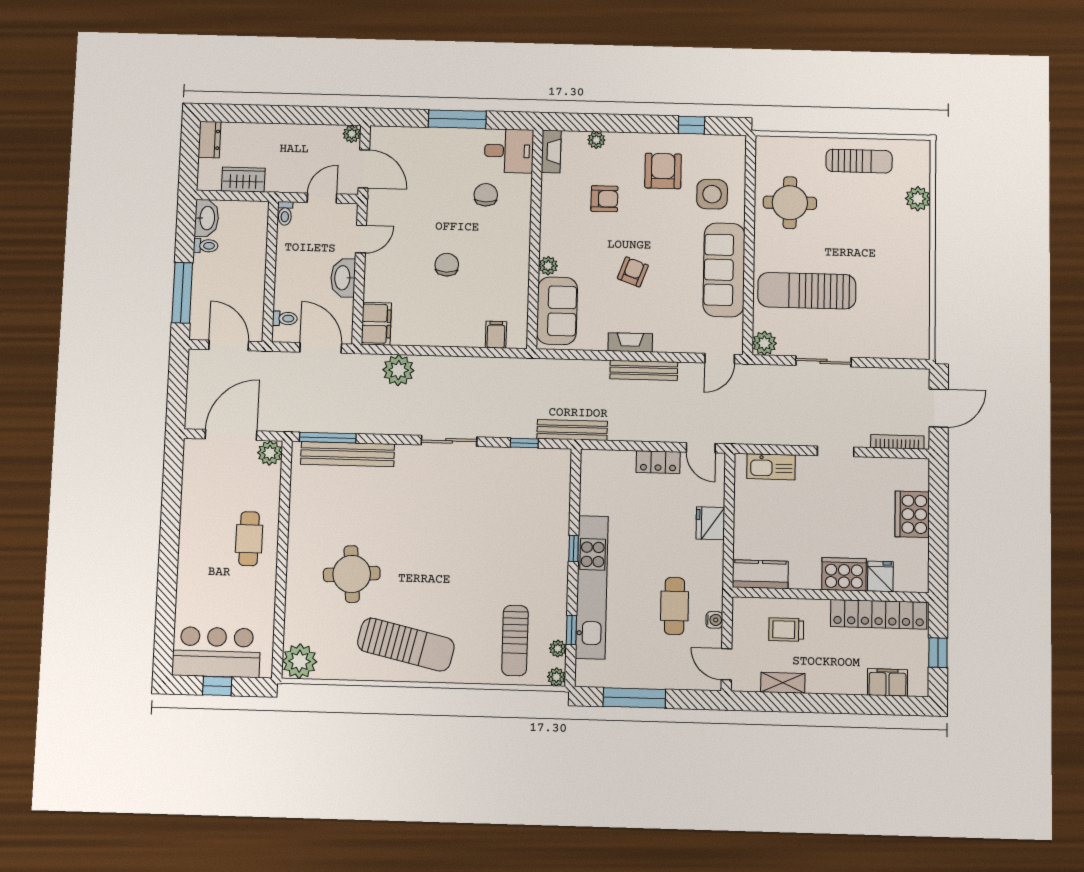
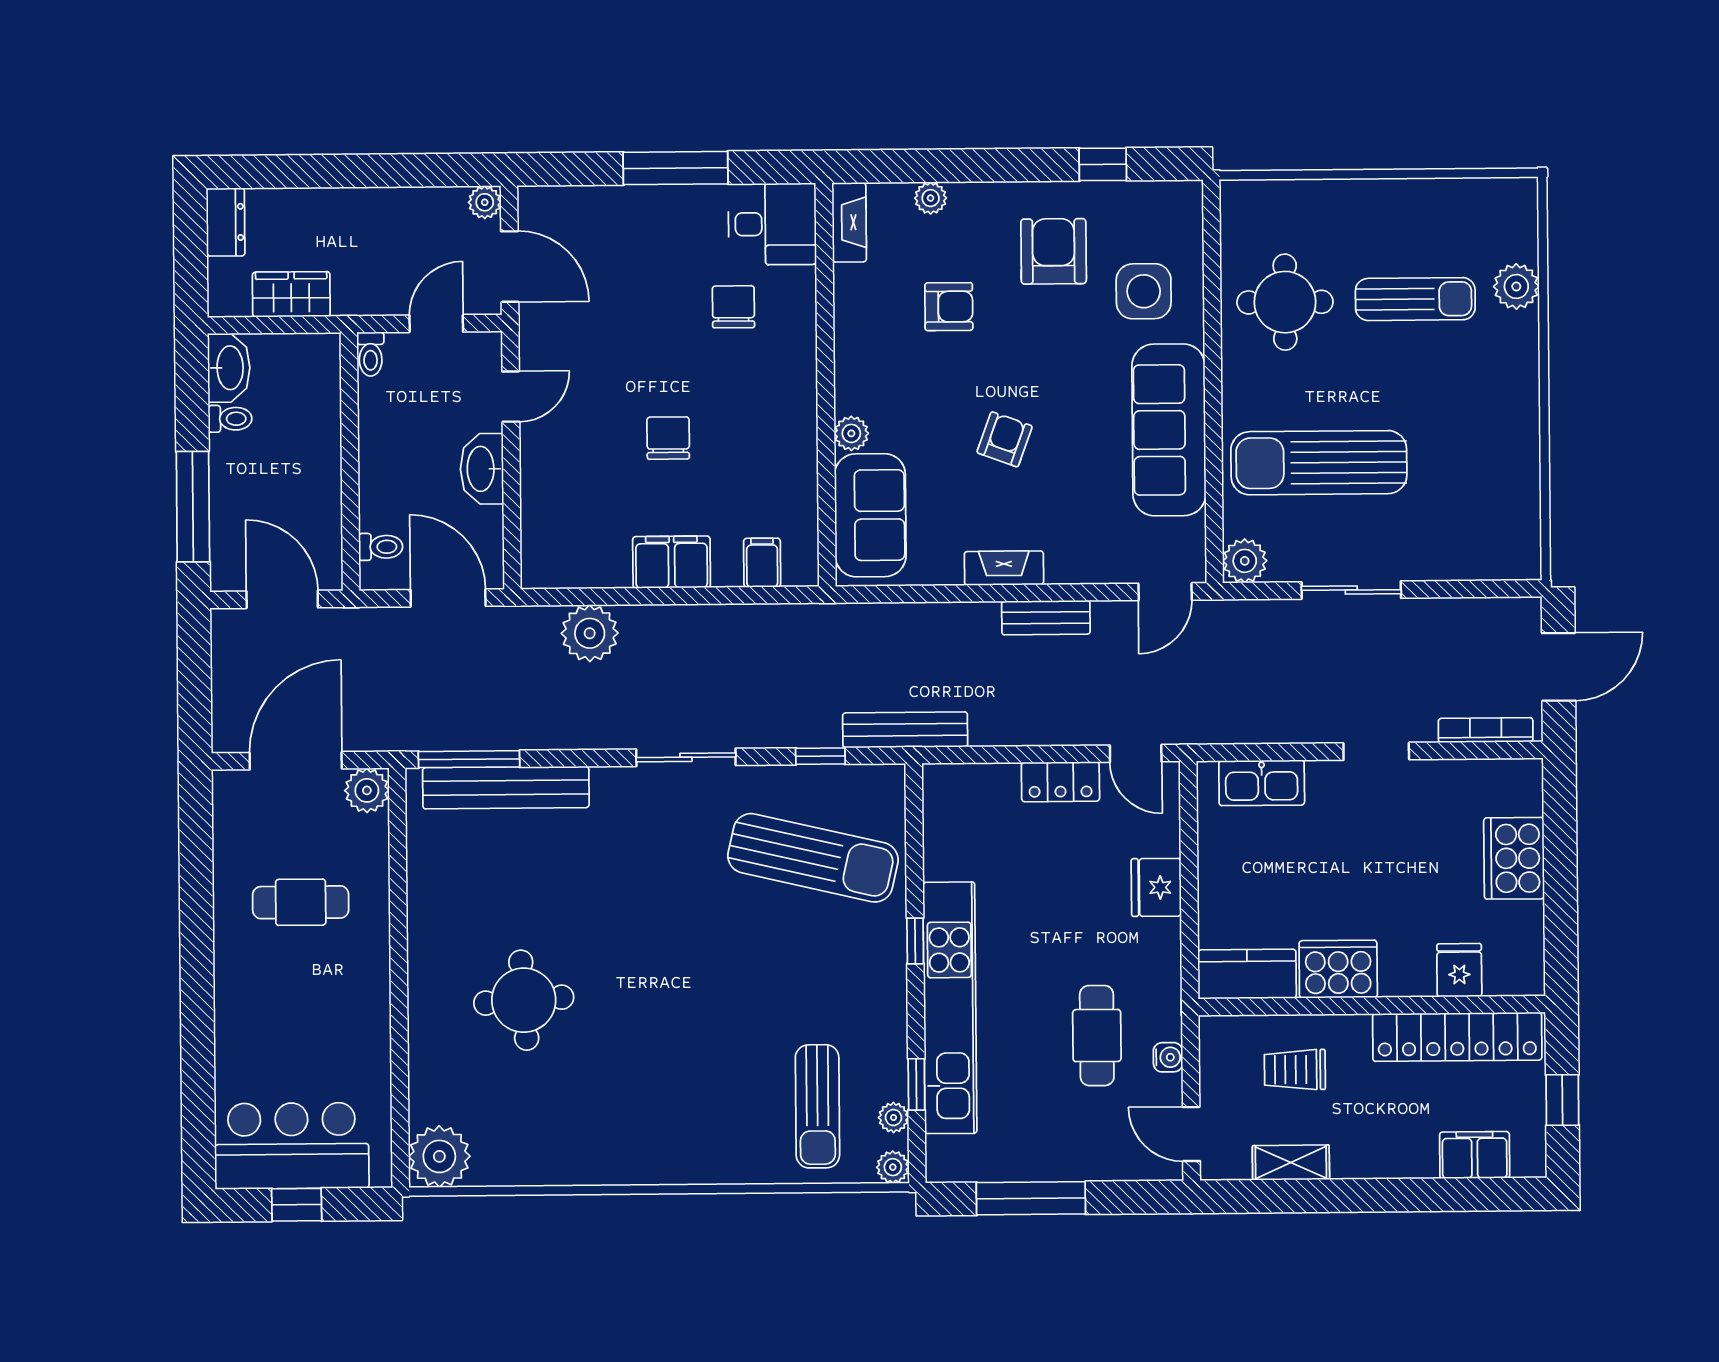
sun lounger: (859, 161) -> (1415, 299), moved
filing cabinet: (376, 324) -> (672, 562), moved, turned -90
bench: (644, 370) -> (1046, 618), width x0.73
cafe table: (249, 539) -> (301, 902), moved, turned 90
cooker: (844, 574) -> (1338, 969), moved
sun lounger: (406, 645) -> (813, 858), moved

